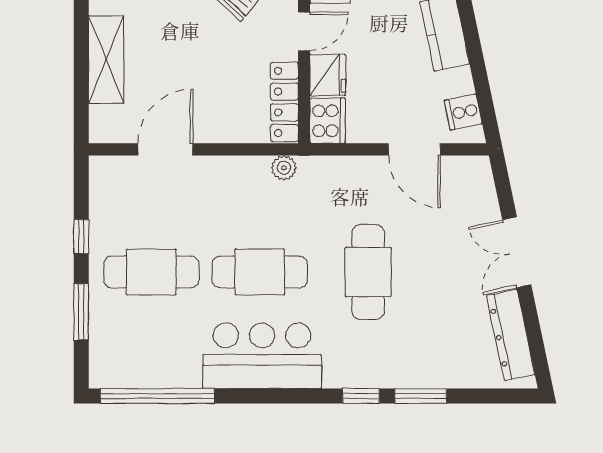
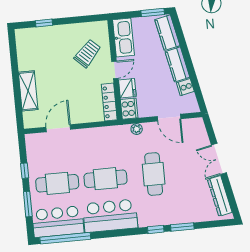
cooker: (463, 112) -> (185, 87), moved
plant: (284, 168) -> (137, 129), moved
bar counter: (145, 357) -> (58, 222), added

